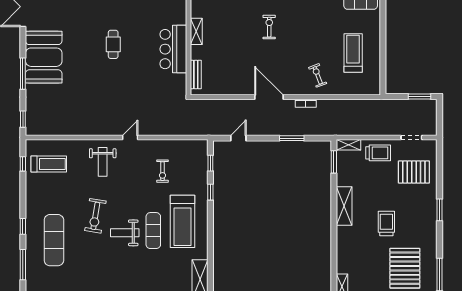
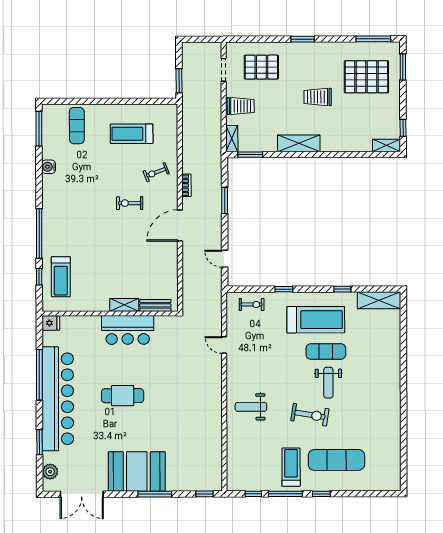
exercise bike: (269, 27) -> (130, 203), moved
shelving: (196, 31) -> (124, 305), moved
cafe table: (113, 44) -> (123, 396), width x1.37, depth x1.35
window: (420, 96) -> (179, 81), moved
door: (130, 137) -> (224, 345), moved
trolley: (378, 153) -> (241, 106), turned 90
weight bench: (103, 162) -> (251, 407), turned 180
window: (210, 163) -> (342, 289), moved
treadmill: (49, 164) -> (291, 467), moved
exercise bike: (162, 171) -> (252, 304), moved
pallet: (414, 172) -> (261, 67), turned 90
window: (23, 265) -> (285, 494), moved

